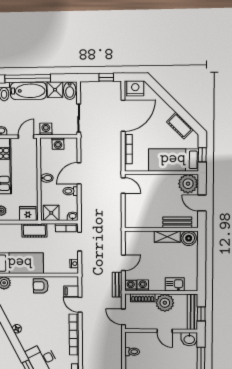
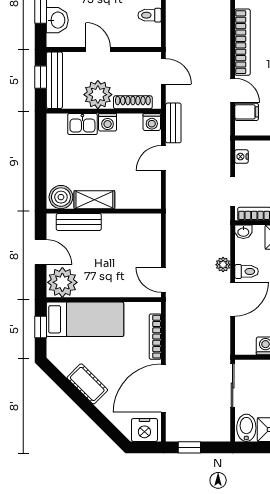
cot: (180, 126) -> (87, 384), moved
plant: (85, 195) -> (223, 265), added
washing machine: (143, 285) -> (108, 122), moved
washbasin: (189, 339) -> (57, 20), moved, turned 90

